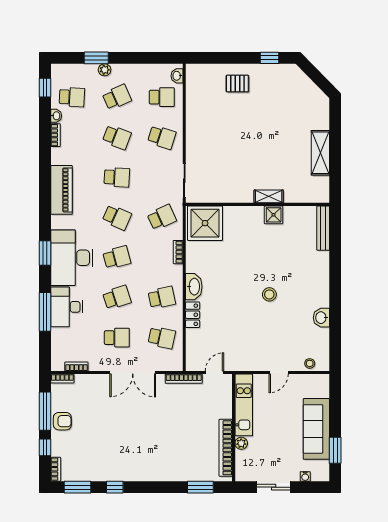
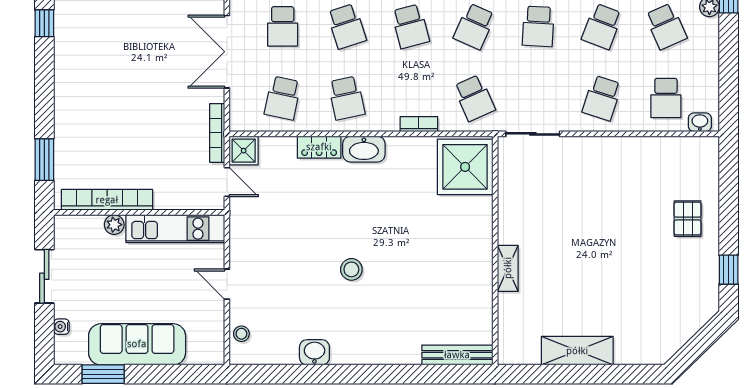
shower: (274, 215) -> (244, 151), moved

